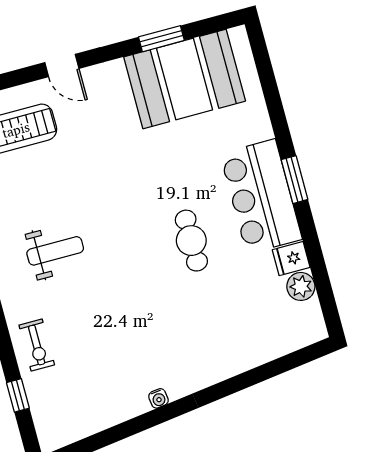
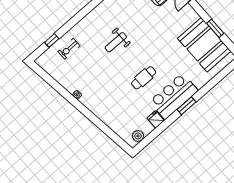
weight bench: (55, 251) -> (116, 42), moved, turned 90
plant: (301, 286) -> (138, 136), moved
exercise bike: (37, 345) -> (69, 49), moved

